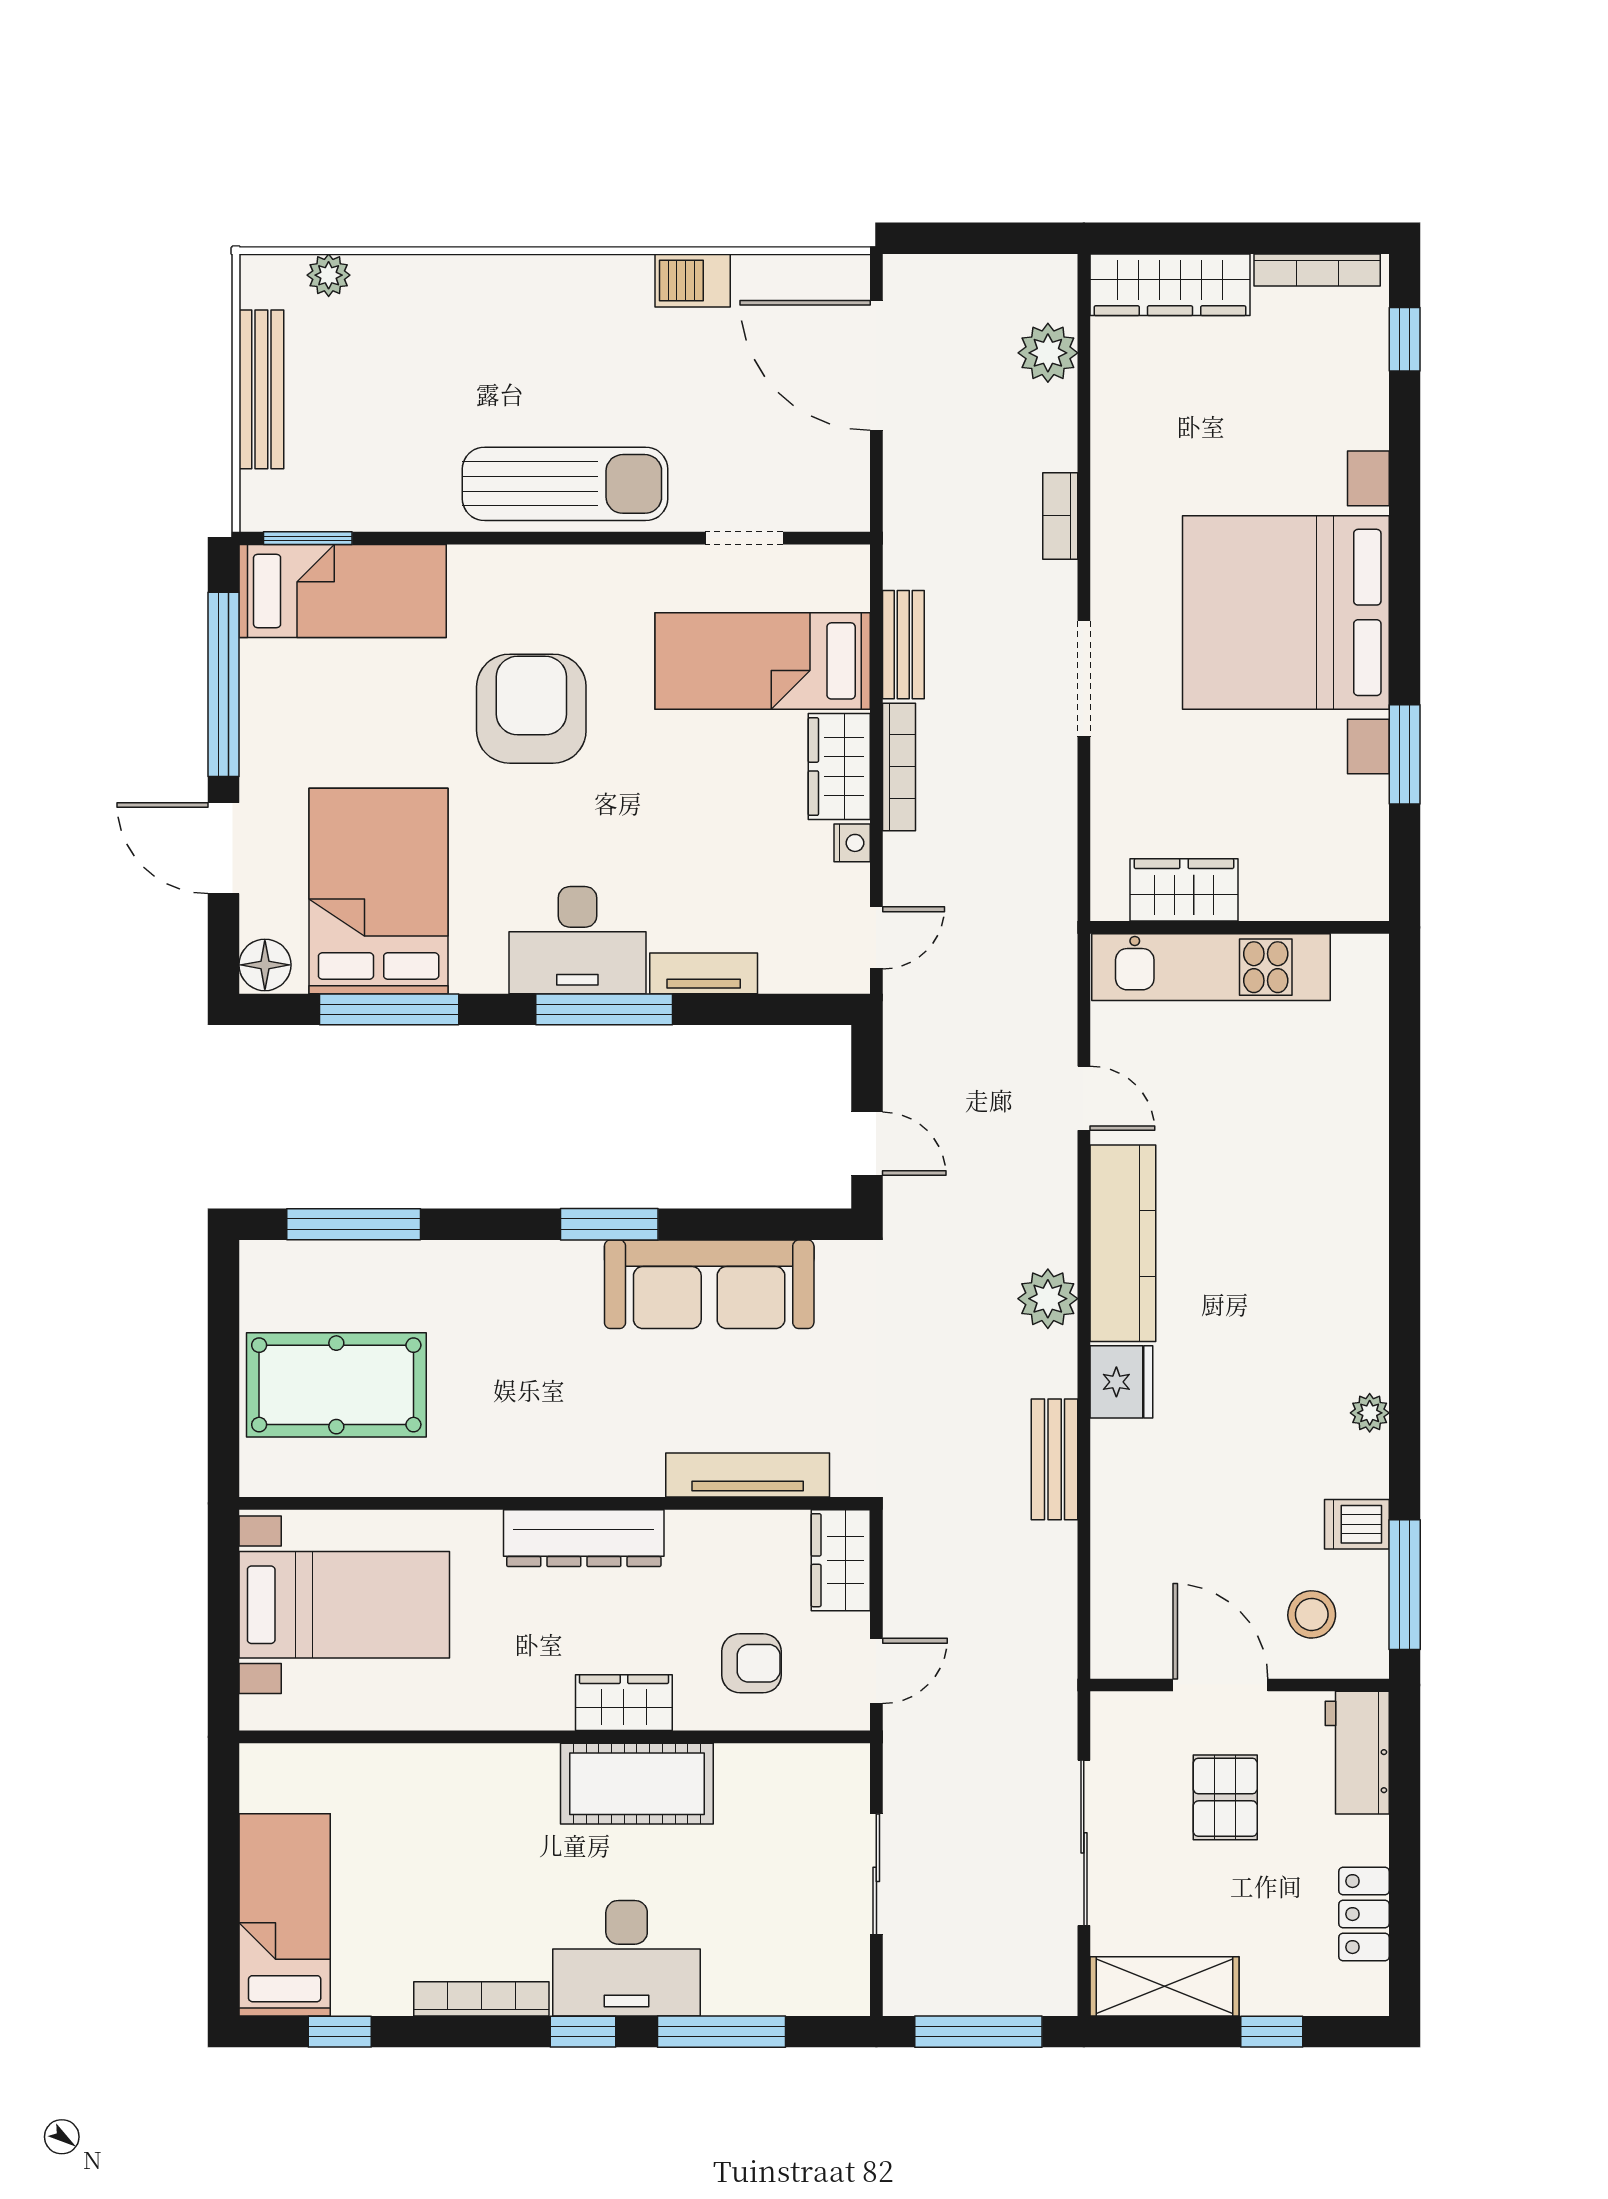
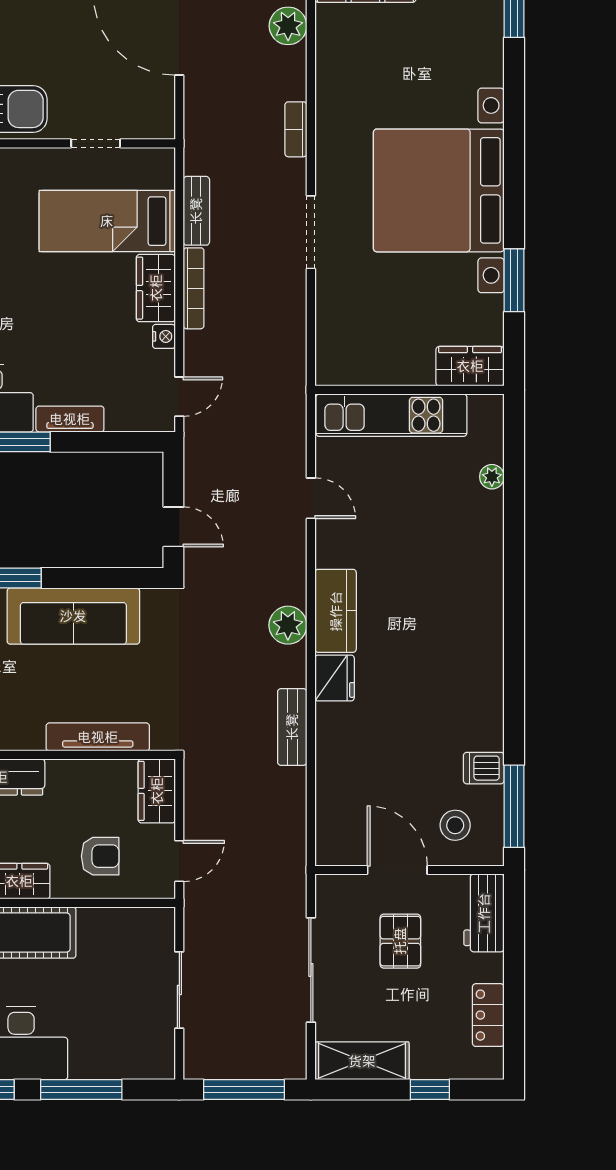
wardrobe: (1184, 890) -> (470, 366), moved
kitchen counter: (1123, 1243) -> (336, 611), width x0.67
plant: (1370, 1413) -> (492, 477), moved

